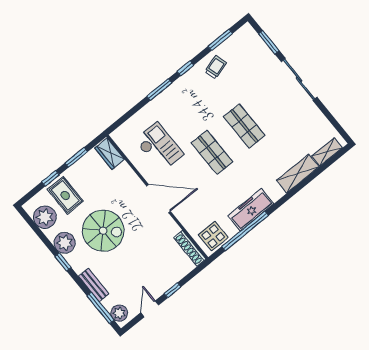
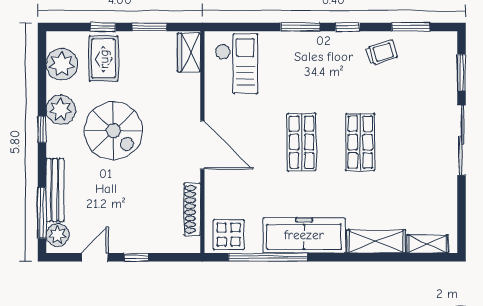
checkout: (159, 147) -> (237, 64), moved
freezer: (251, 210) -> (304, 235), width x1.36, depth x1.26
shoe rack: (190, 248) -> (192, 209), moved
bench: (94, 285) -> (55, 190), width x1.36

